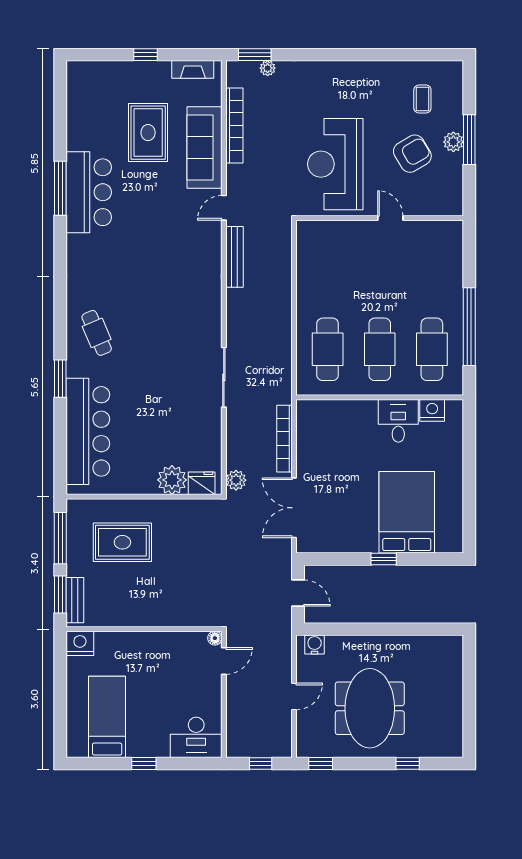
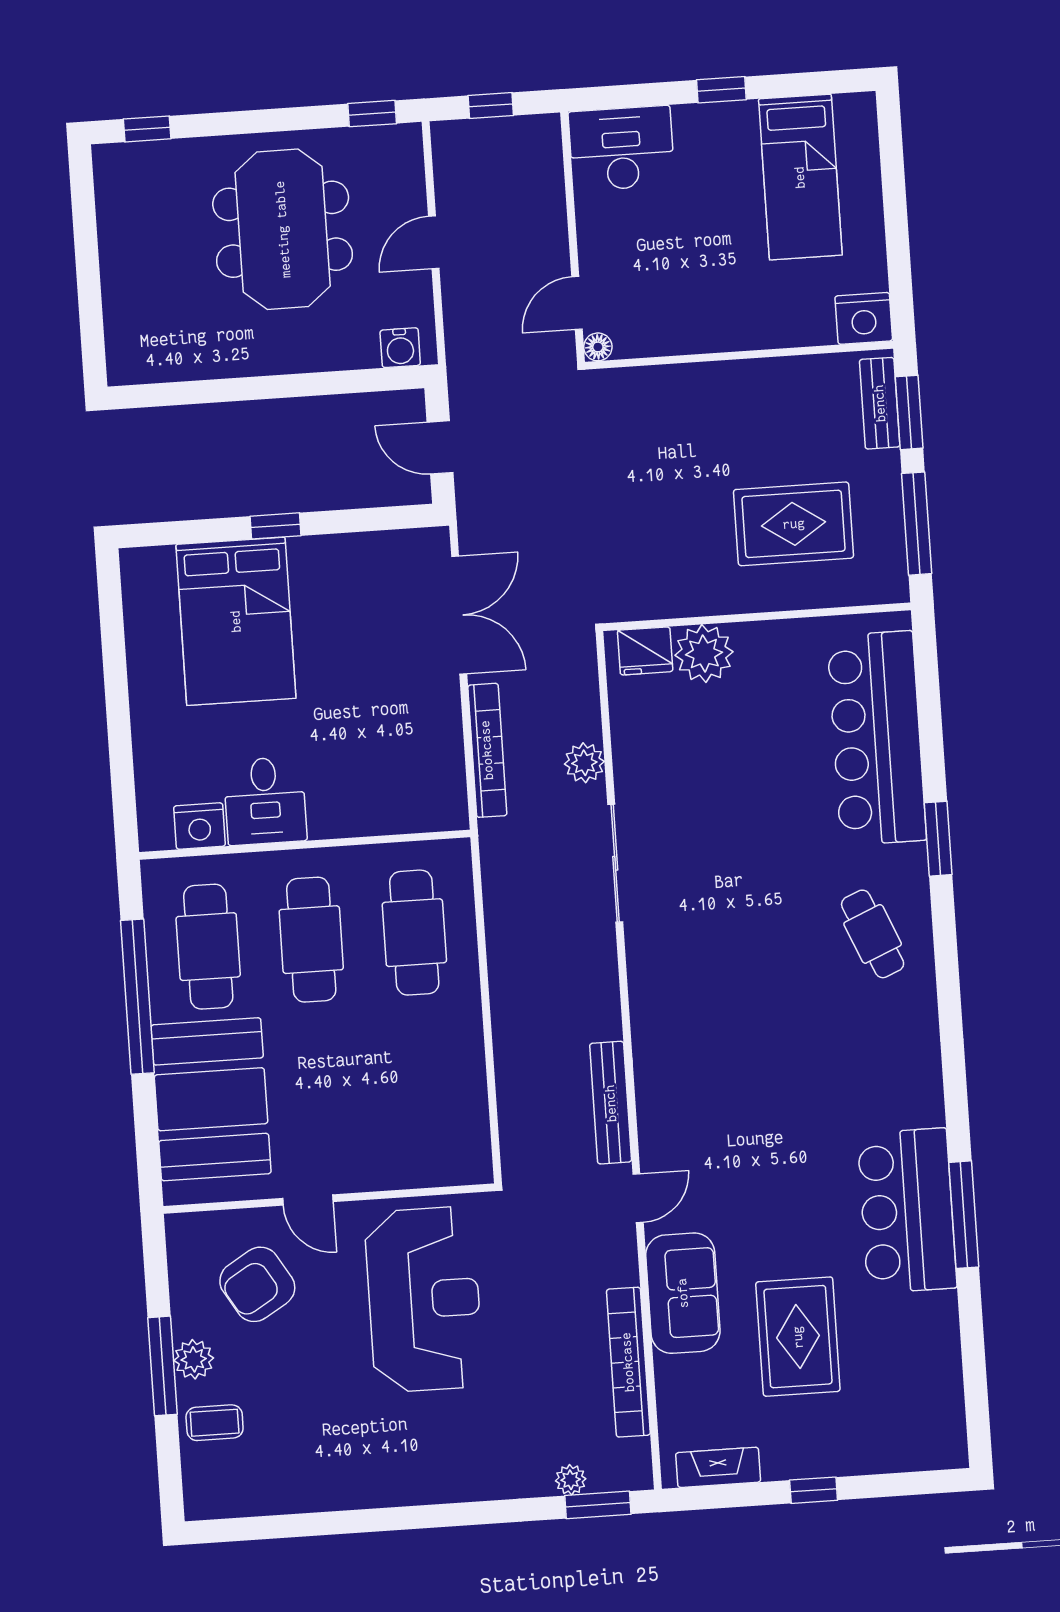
coffee table: (422, 99) -> (215, 1423), moved, turned 90
sofa: (205, 148) -> (683, 1293), width x0.73
armchair: (412, 154) -> (257, 1284), moved
booth: (436, 272) -> (211, 1099), added
plant: (236, 480) -> (584, 763), moved
window: (408, 763) -> (147, 129), moved

